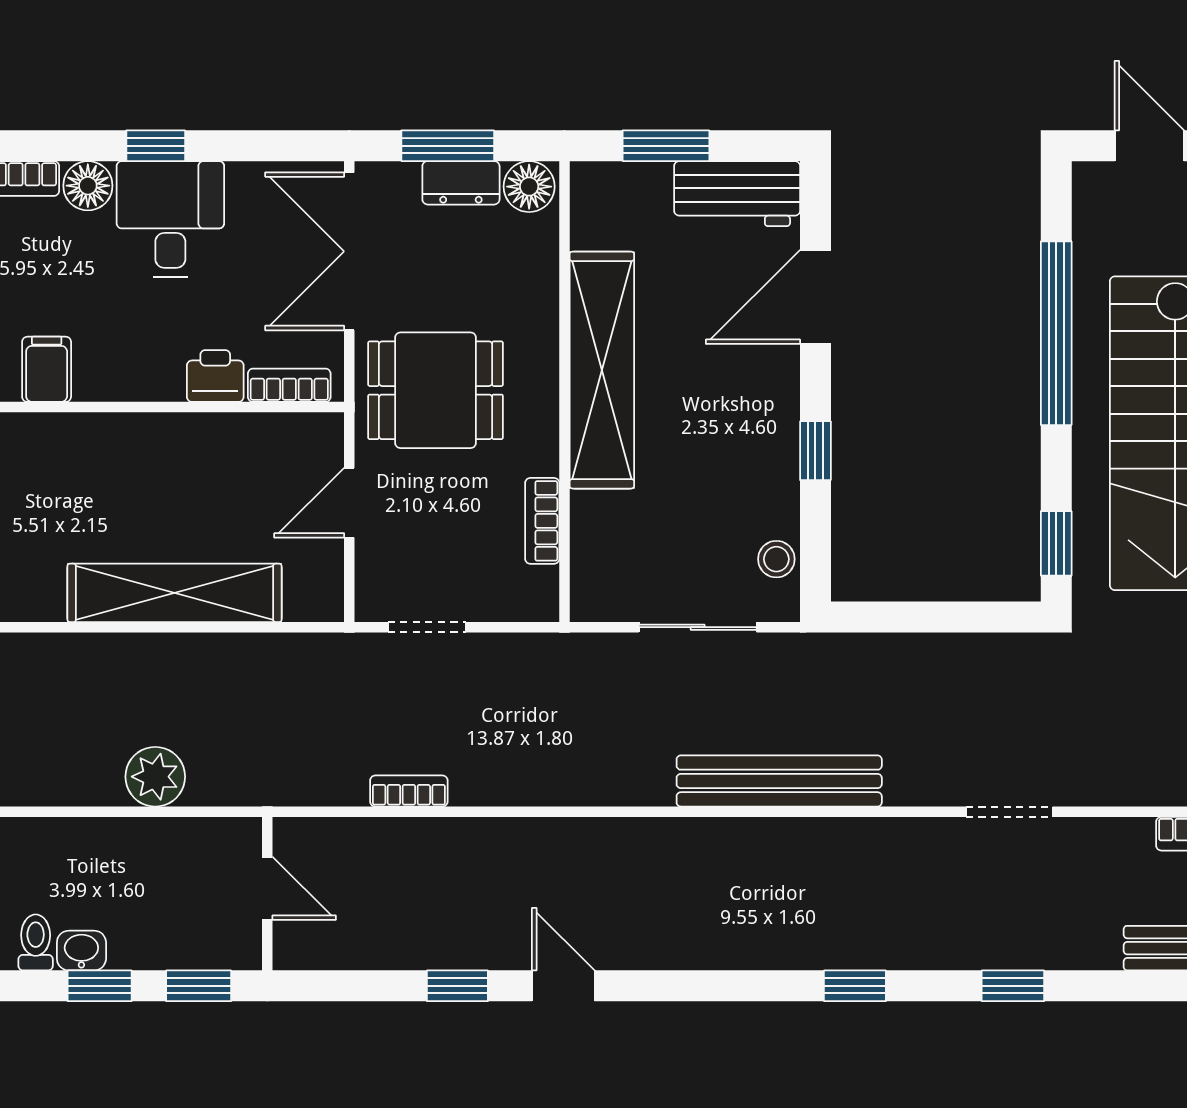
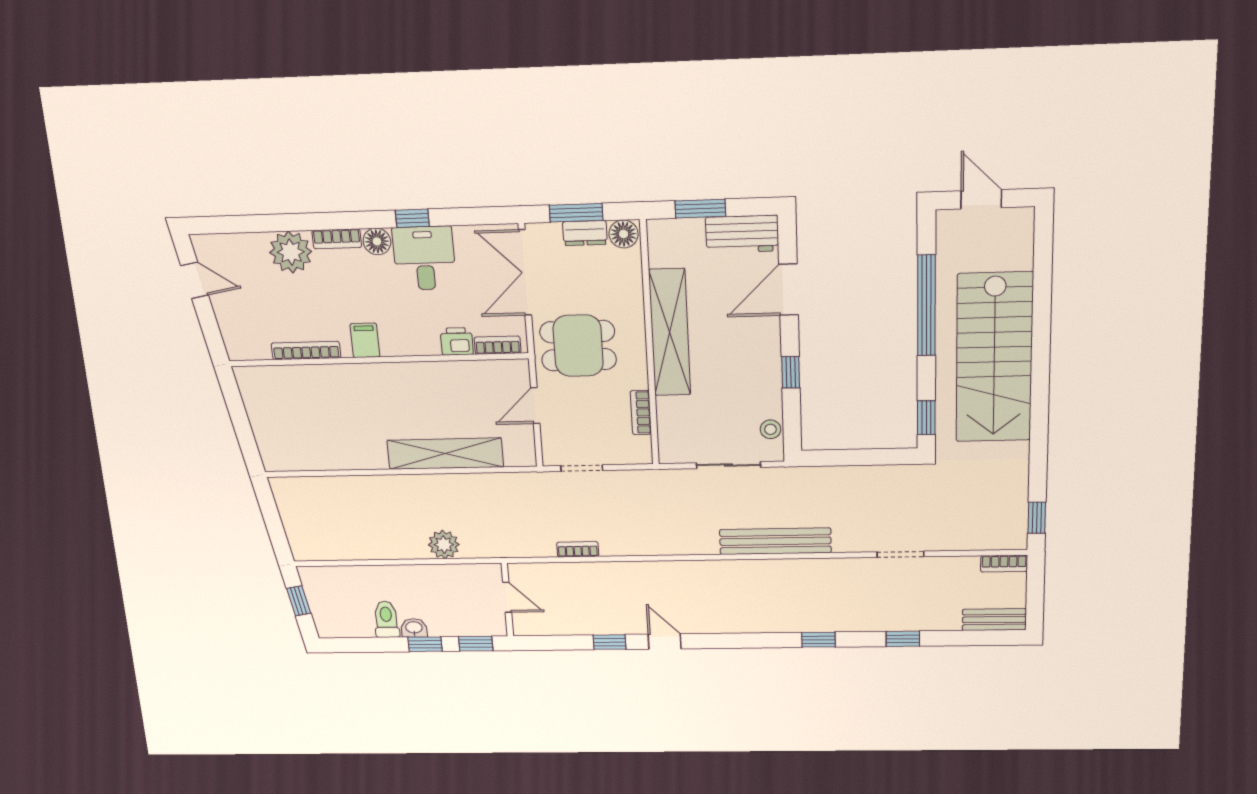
toilet: (36, 942) -> (386, 619), width x1.37, depth x1.39

